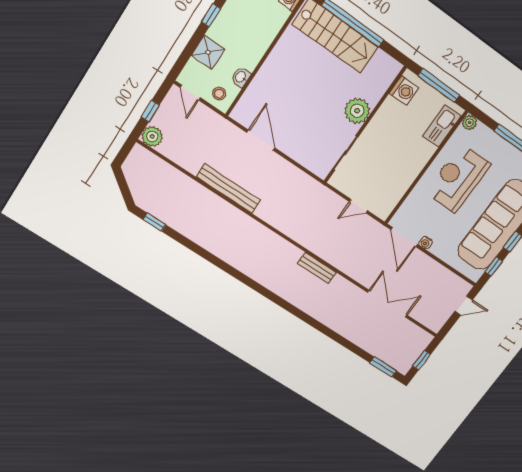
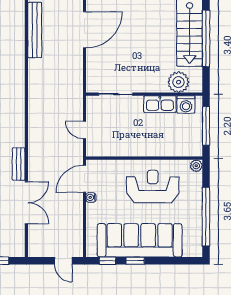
plant: (357, 111) -> (178, 82), moved
kitchen sink: (442, 126) -> (160, 104), moved, turned 180
door: (261, 140) -> (85, 30), width x1.36
bench: (317, 268) -> (19, 164), moved

